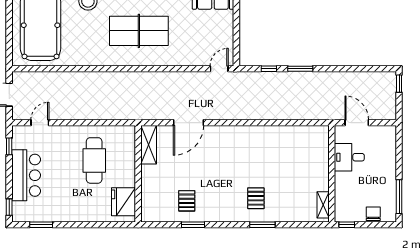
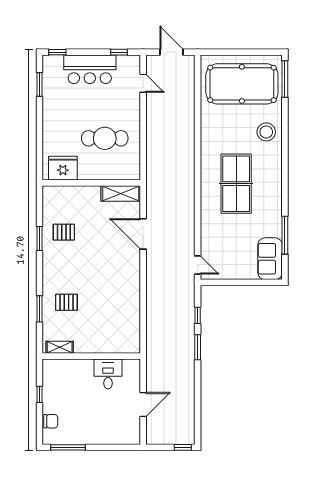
desk: (349, 157) -> (108, 374), moved
wall: (332, 174) -> (91, 356), moved
shelving: (323, 205) -> (60, 347), moved

